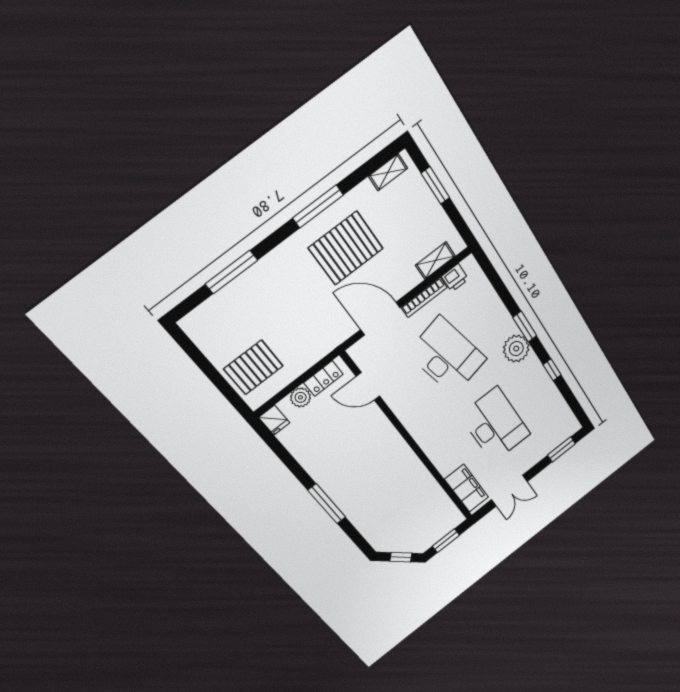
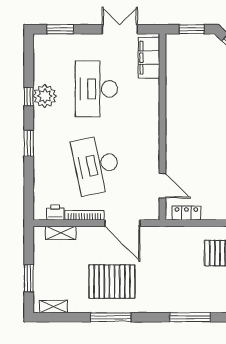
plant: (516, 349) -> (45, 96), moved
plant: (301, 397) -> (210, 212), removed

